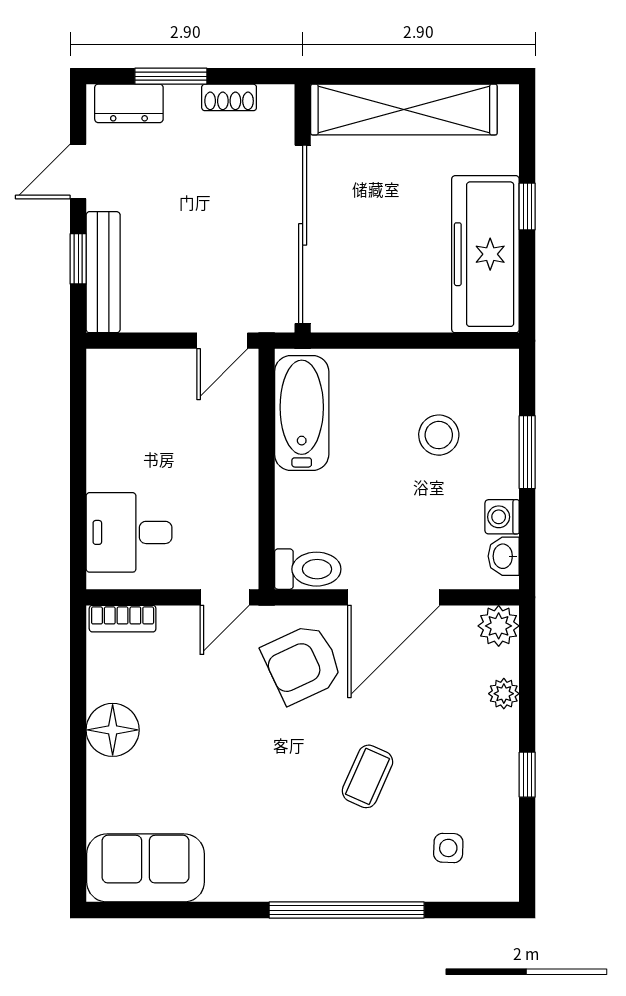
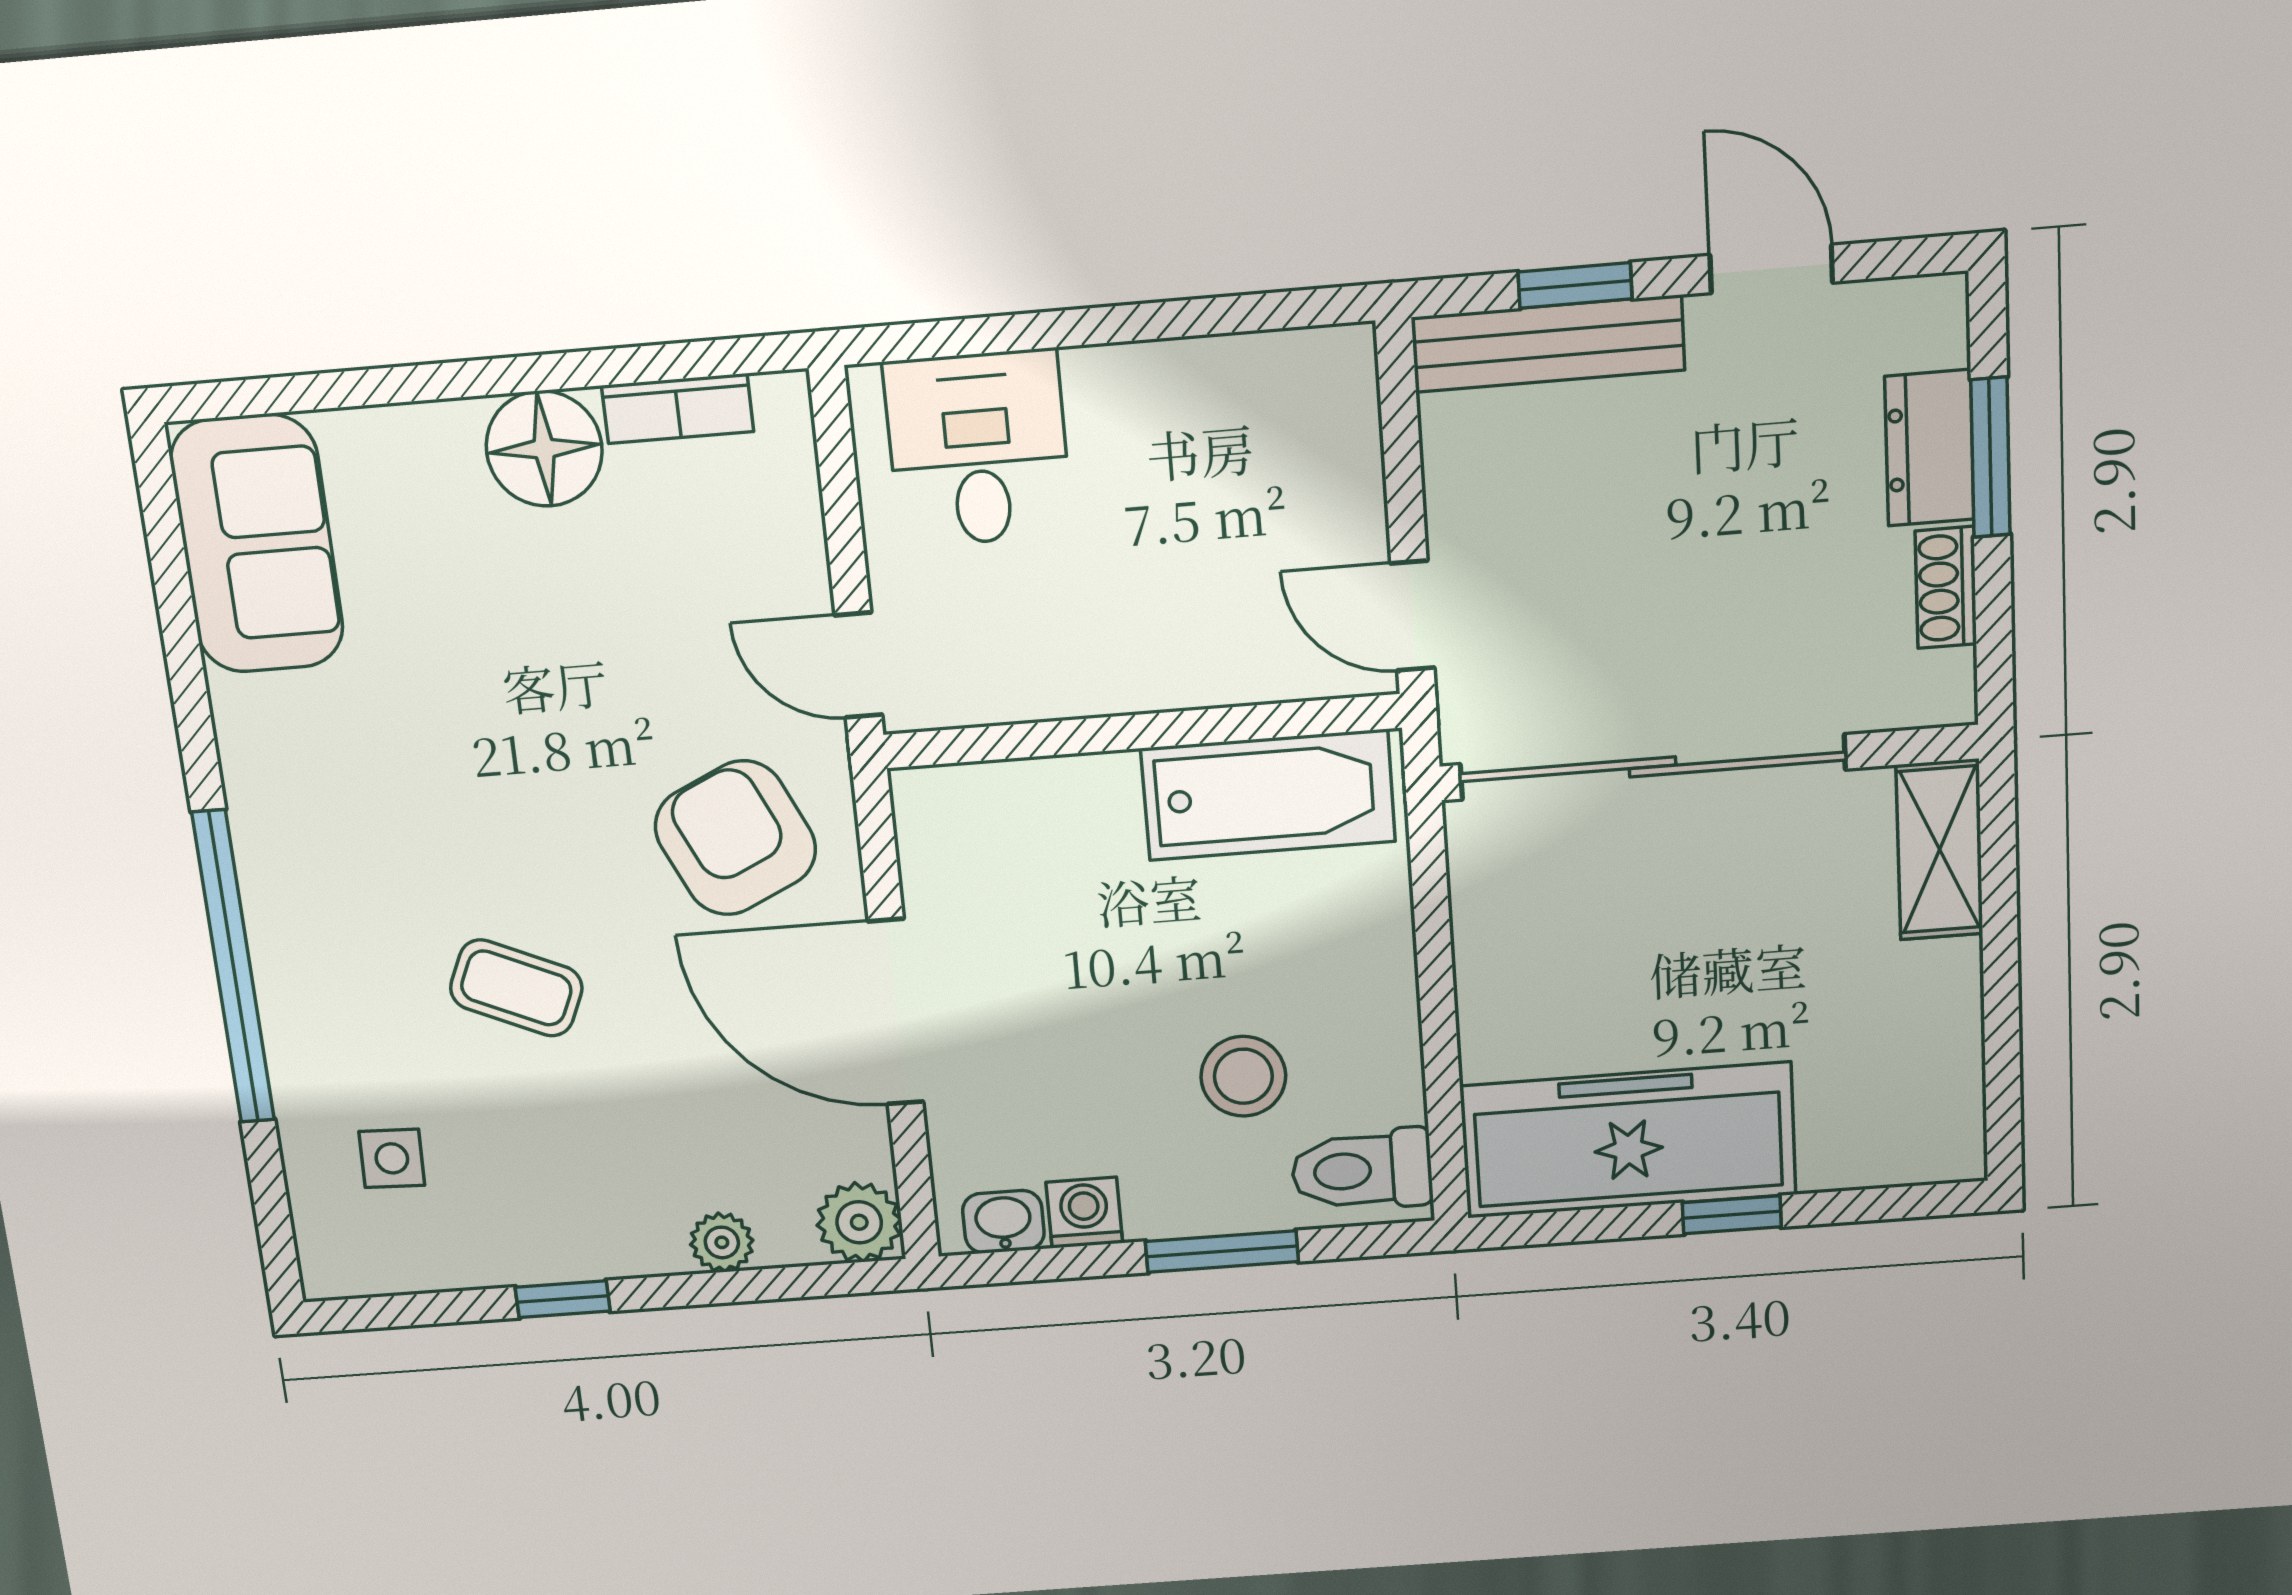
dresser: (129, 103) -> (1929, 448), moved
shelving: (404, 110) -> (1940, 850), width x0.45, depth x0.75
toilet: (308, 569) -> (1362, 1170), moved, turned 90
bookcase: (123, 619) -> (678, 409), moved, turned -90

